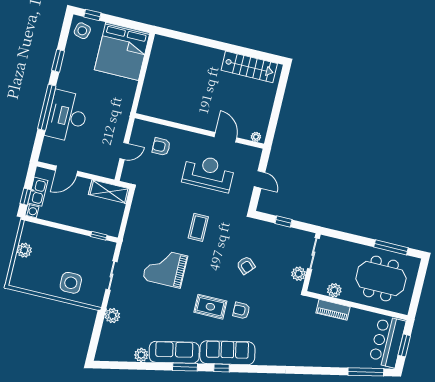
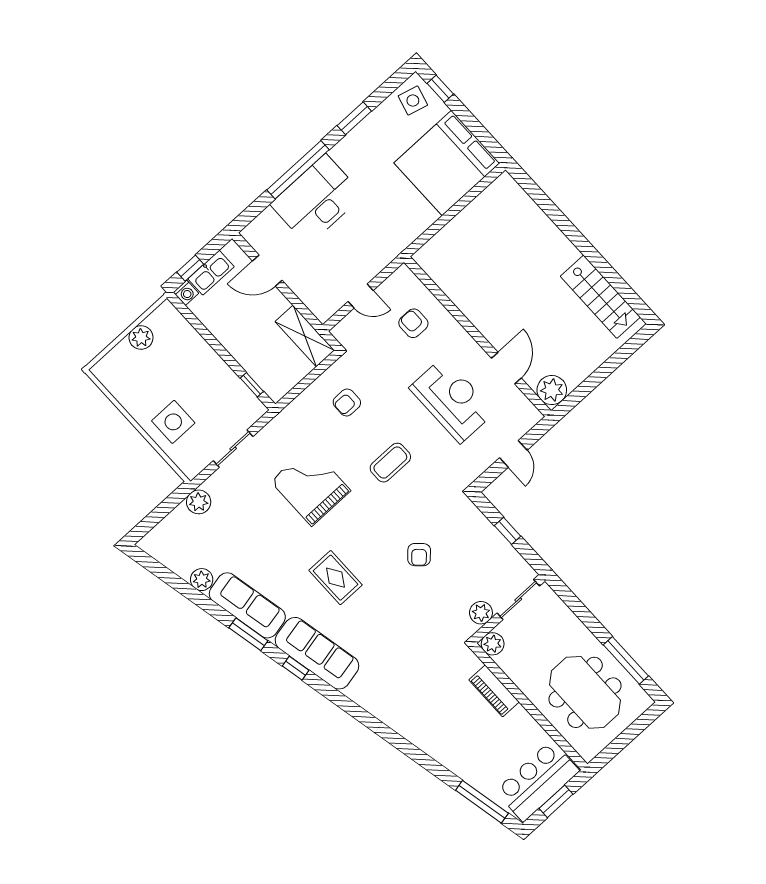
plant: (256, 137) -> (552, 390), width x1.88, depth x1.88
plant: (334, 290) -> (493, 644), moved
armchair: (241, 311) -> (347, 402), moved, turned -90

